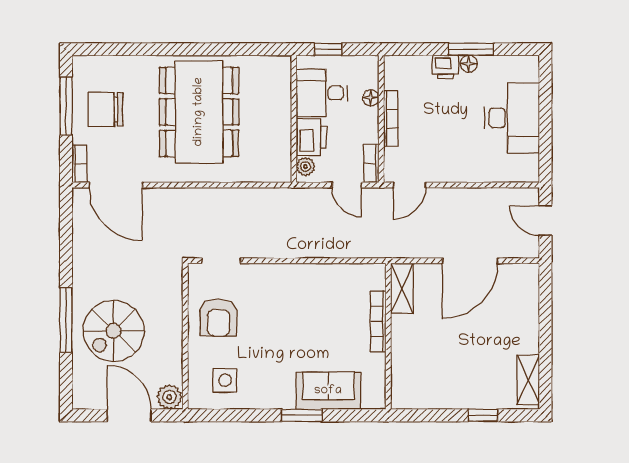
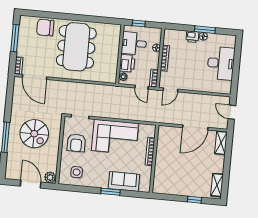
chair: (106, 109) -> (45, 28), moved
shelving: (402, 288) -> (221, 143), moved
corner sofa: (300, 297) -> (115, 137), added
spiral stairs: (114, 331) -> (34, 134), moved, turned -90

